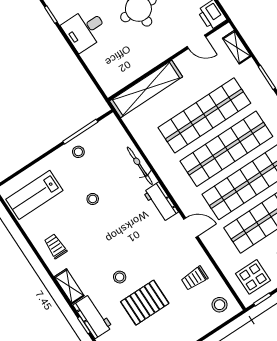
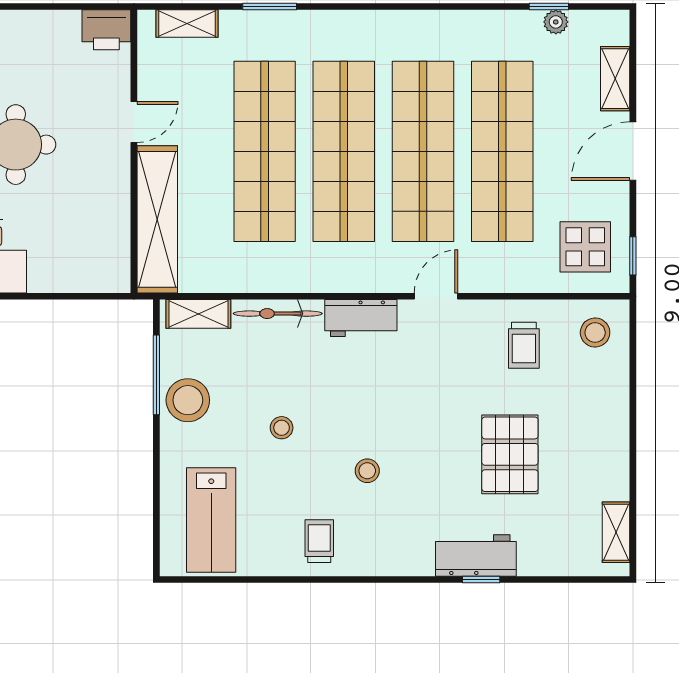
door: (196, 42) -> (134, 122), moved
stool: (78, 152) -> (188, 400), width x1.89, depth x1.89
trolley: (55, 246) -> (319, 541), turned 90
stool: (120, 277) -> (367, 471), moved
shelving: (69, 286) -> (198, 314), moved

